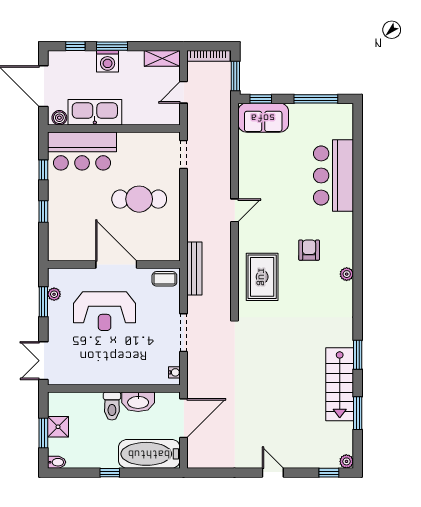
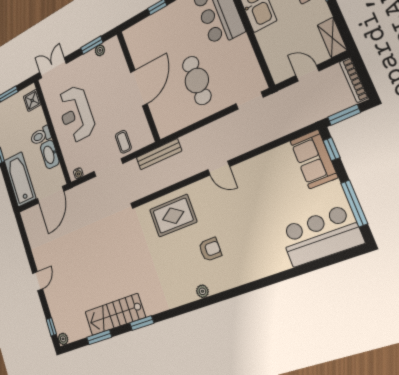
bar counter: (334, 175) -> (321, 236), moved
coffee table: (164, 279) -> (123, 142), moved
reception desk: (105, 311) -> (76, 114), moved
door: (184, 418) -> (50, 195), hinge flipped
shower: (58, 427) -> (32, 100), moved

